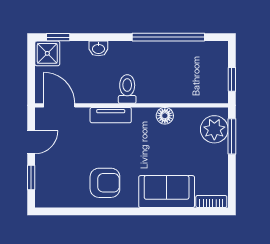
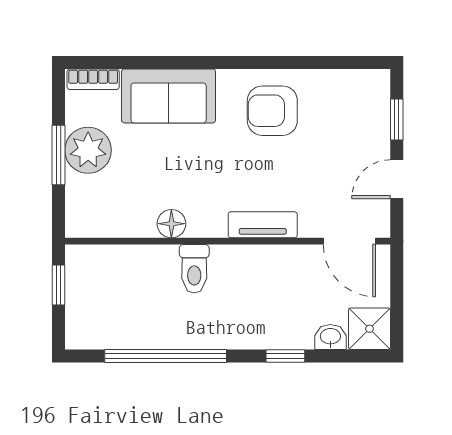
window: (58, 37) -> (285, 356), moved
washbasin: (98, 48) -> (330, 337), moved
toilet: (127, 89) -> (194, 269), moved
plant: (214, 129) -> (88, 150), moved
window: (232, 136) -> (59, 155), moved

